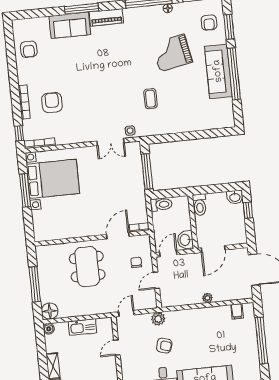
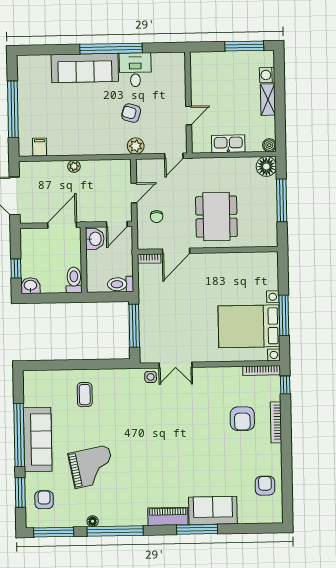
coffee table: (150, 99) -> (85, 395), moved
double door: (110, 142) -> (176, 365), swing flipped

